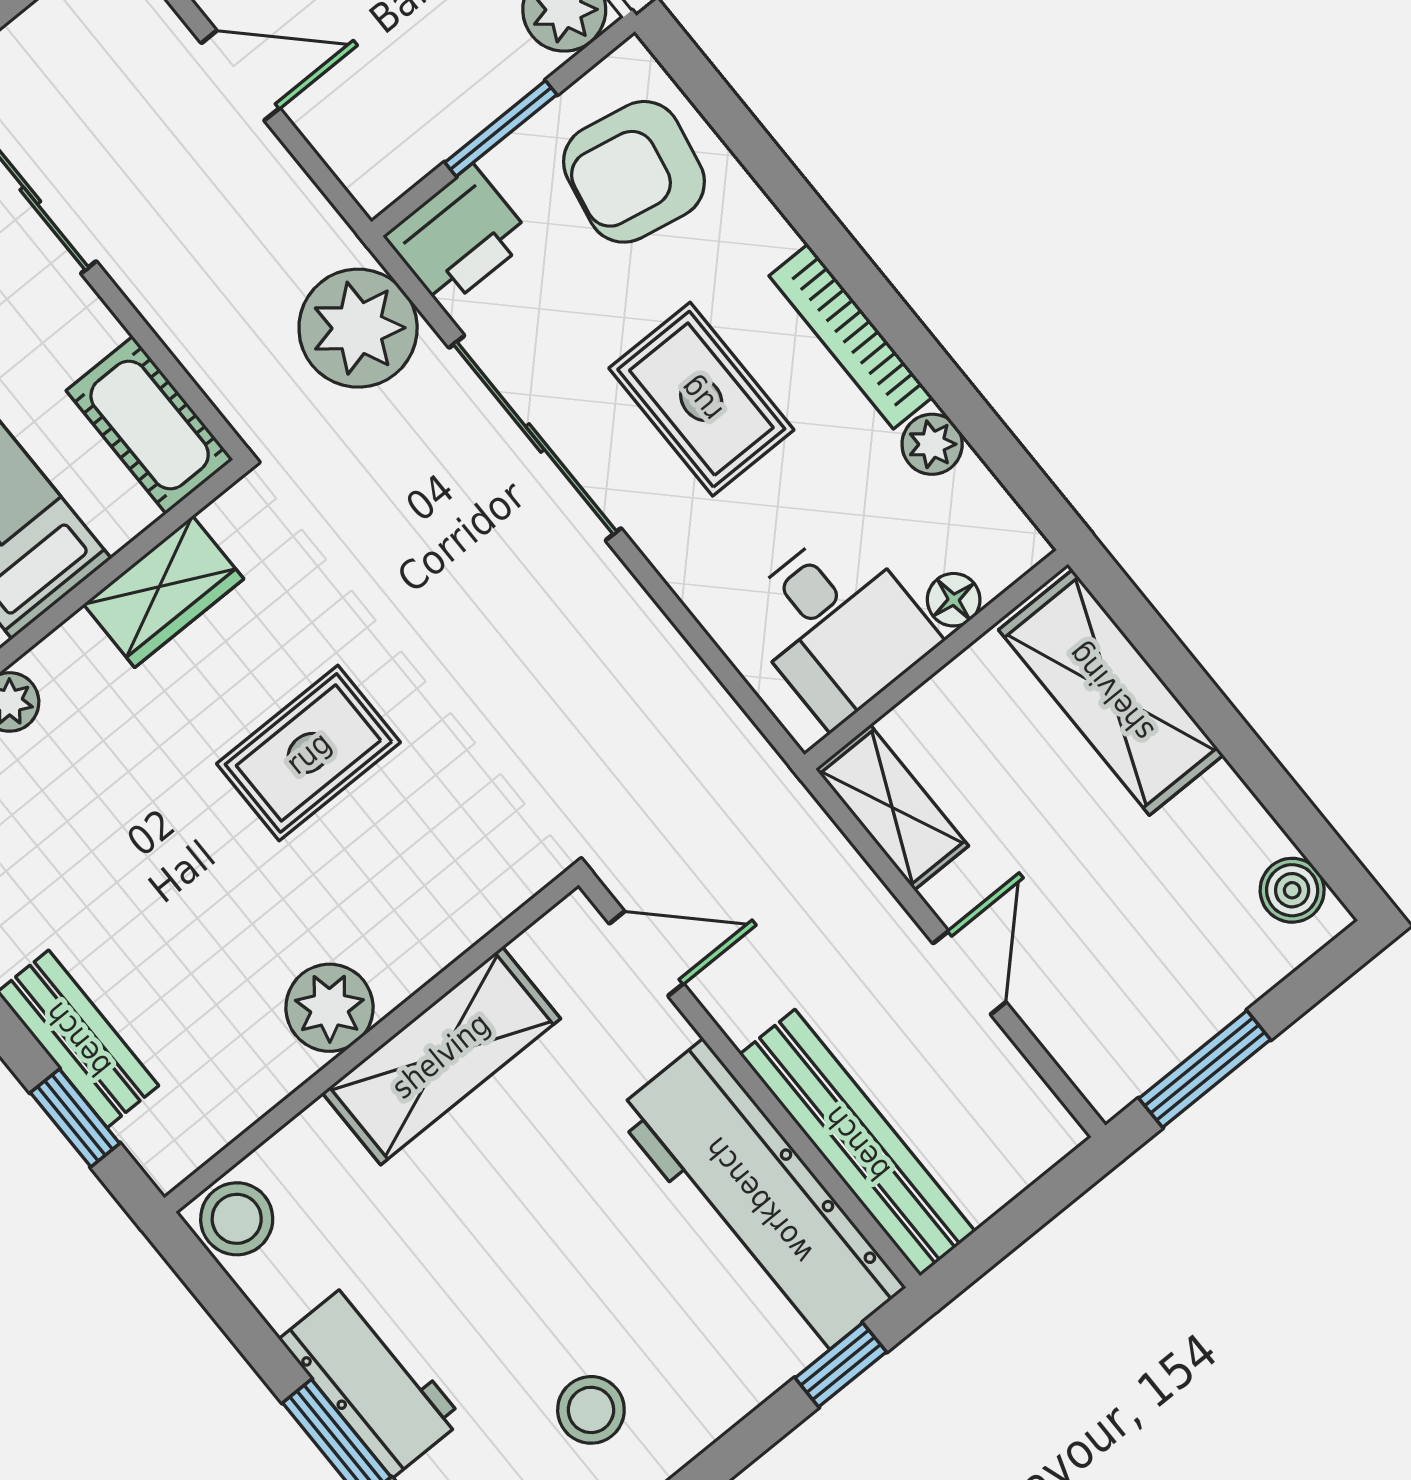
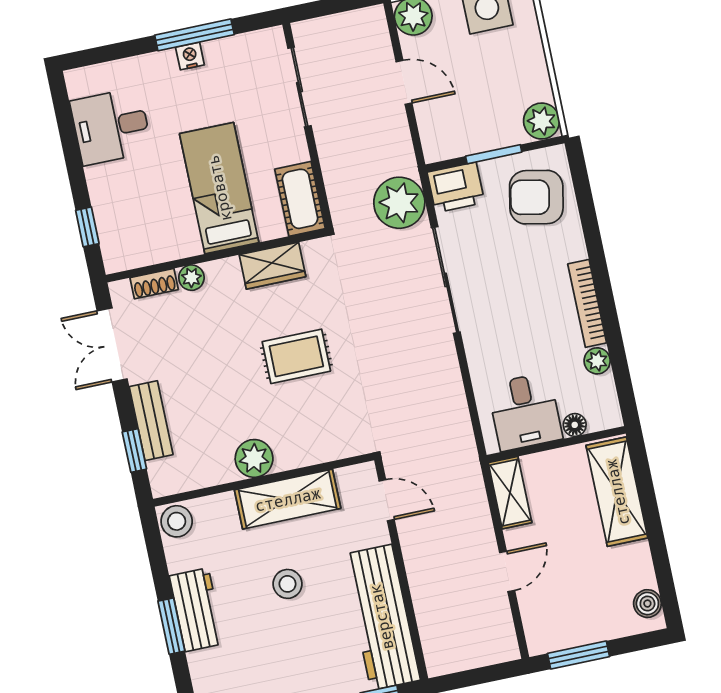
rug: (701, 399) -> (517, 298), removed
bench: (857, 1143) -> (430, 615), removed
stool: (591, 1410) -> (288, 584), moved

